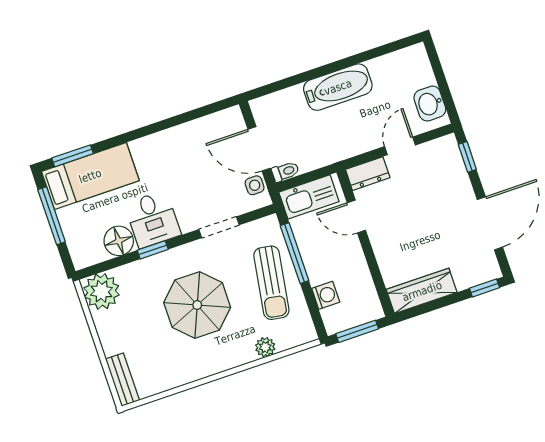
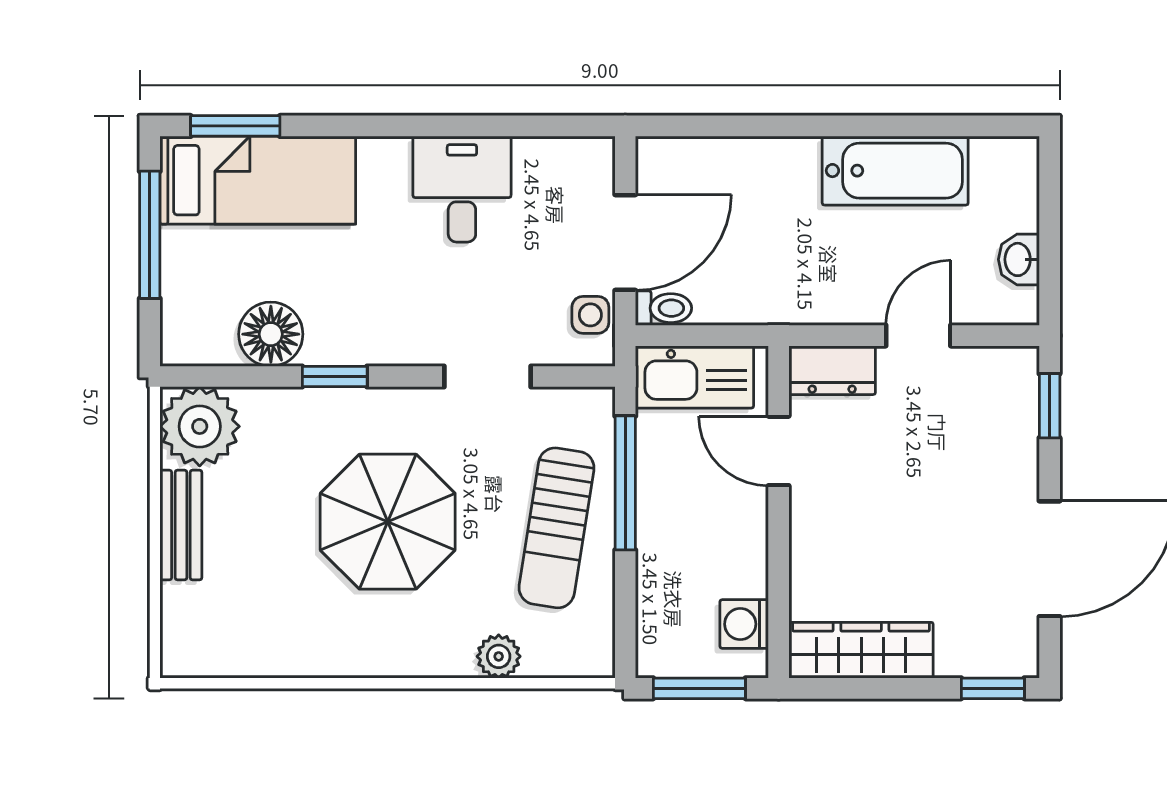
bathtub: (338, 87) -> (895, 171), moved
washbasin: (430, 104) -> (1019, 259), width x0.72, depth x0.69
door: (259, 149) -> (625, 243), swing flipped
desk: (153, 219) -> (462, 189), moved, turned 180
washing machine: (326, 295) -> (744, 624), moved, turned 180
bench: (122, 380) -> (181, 525), moved

